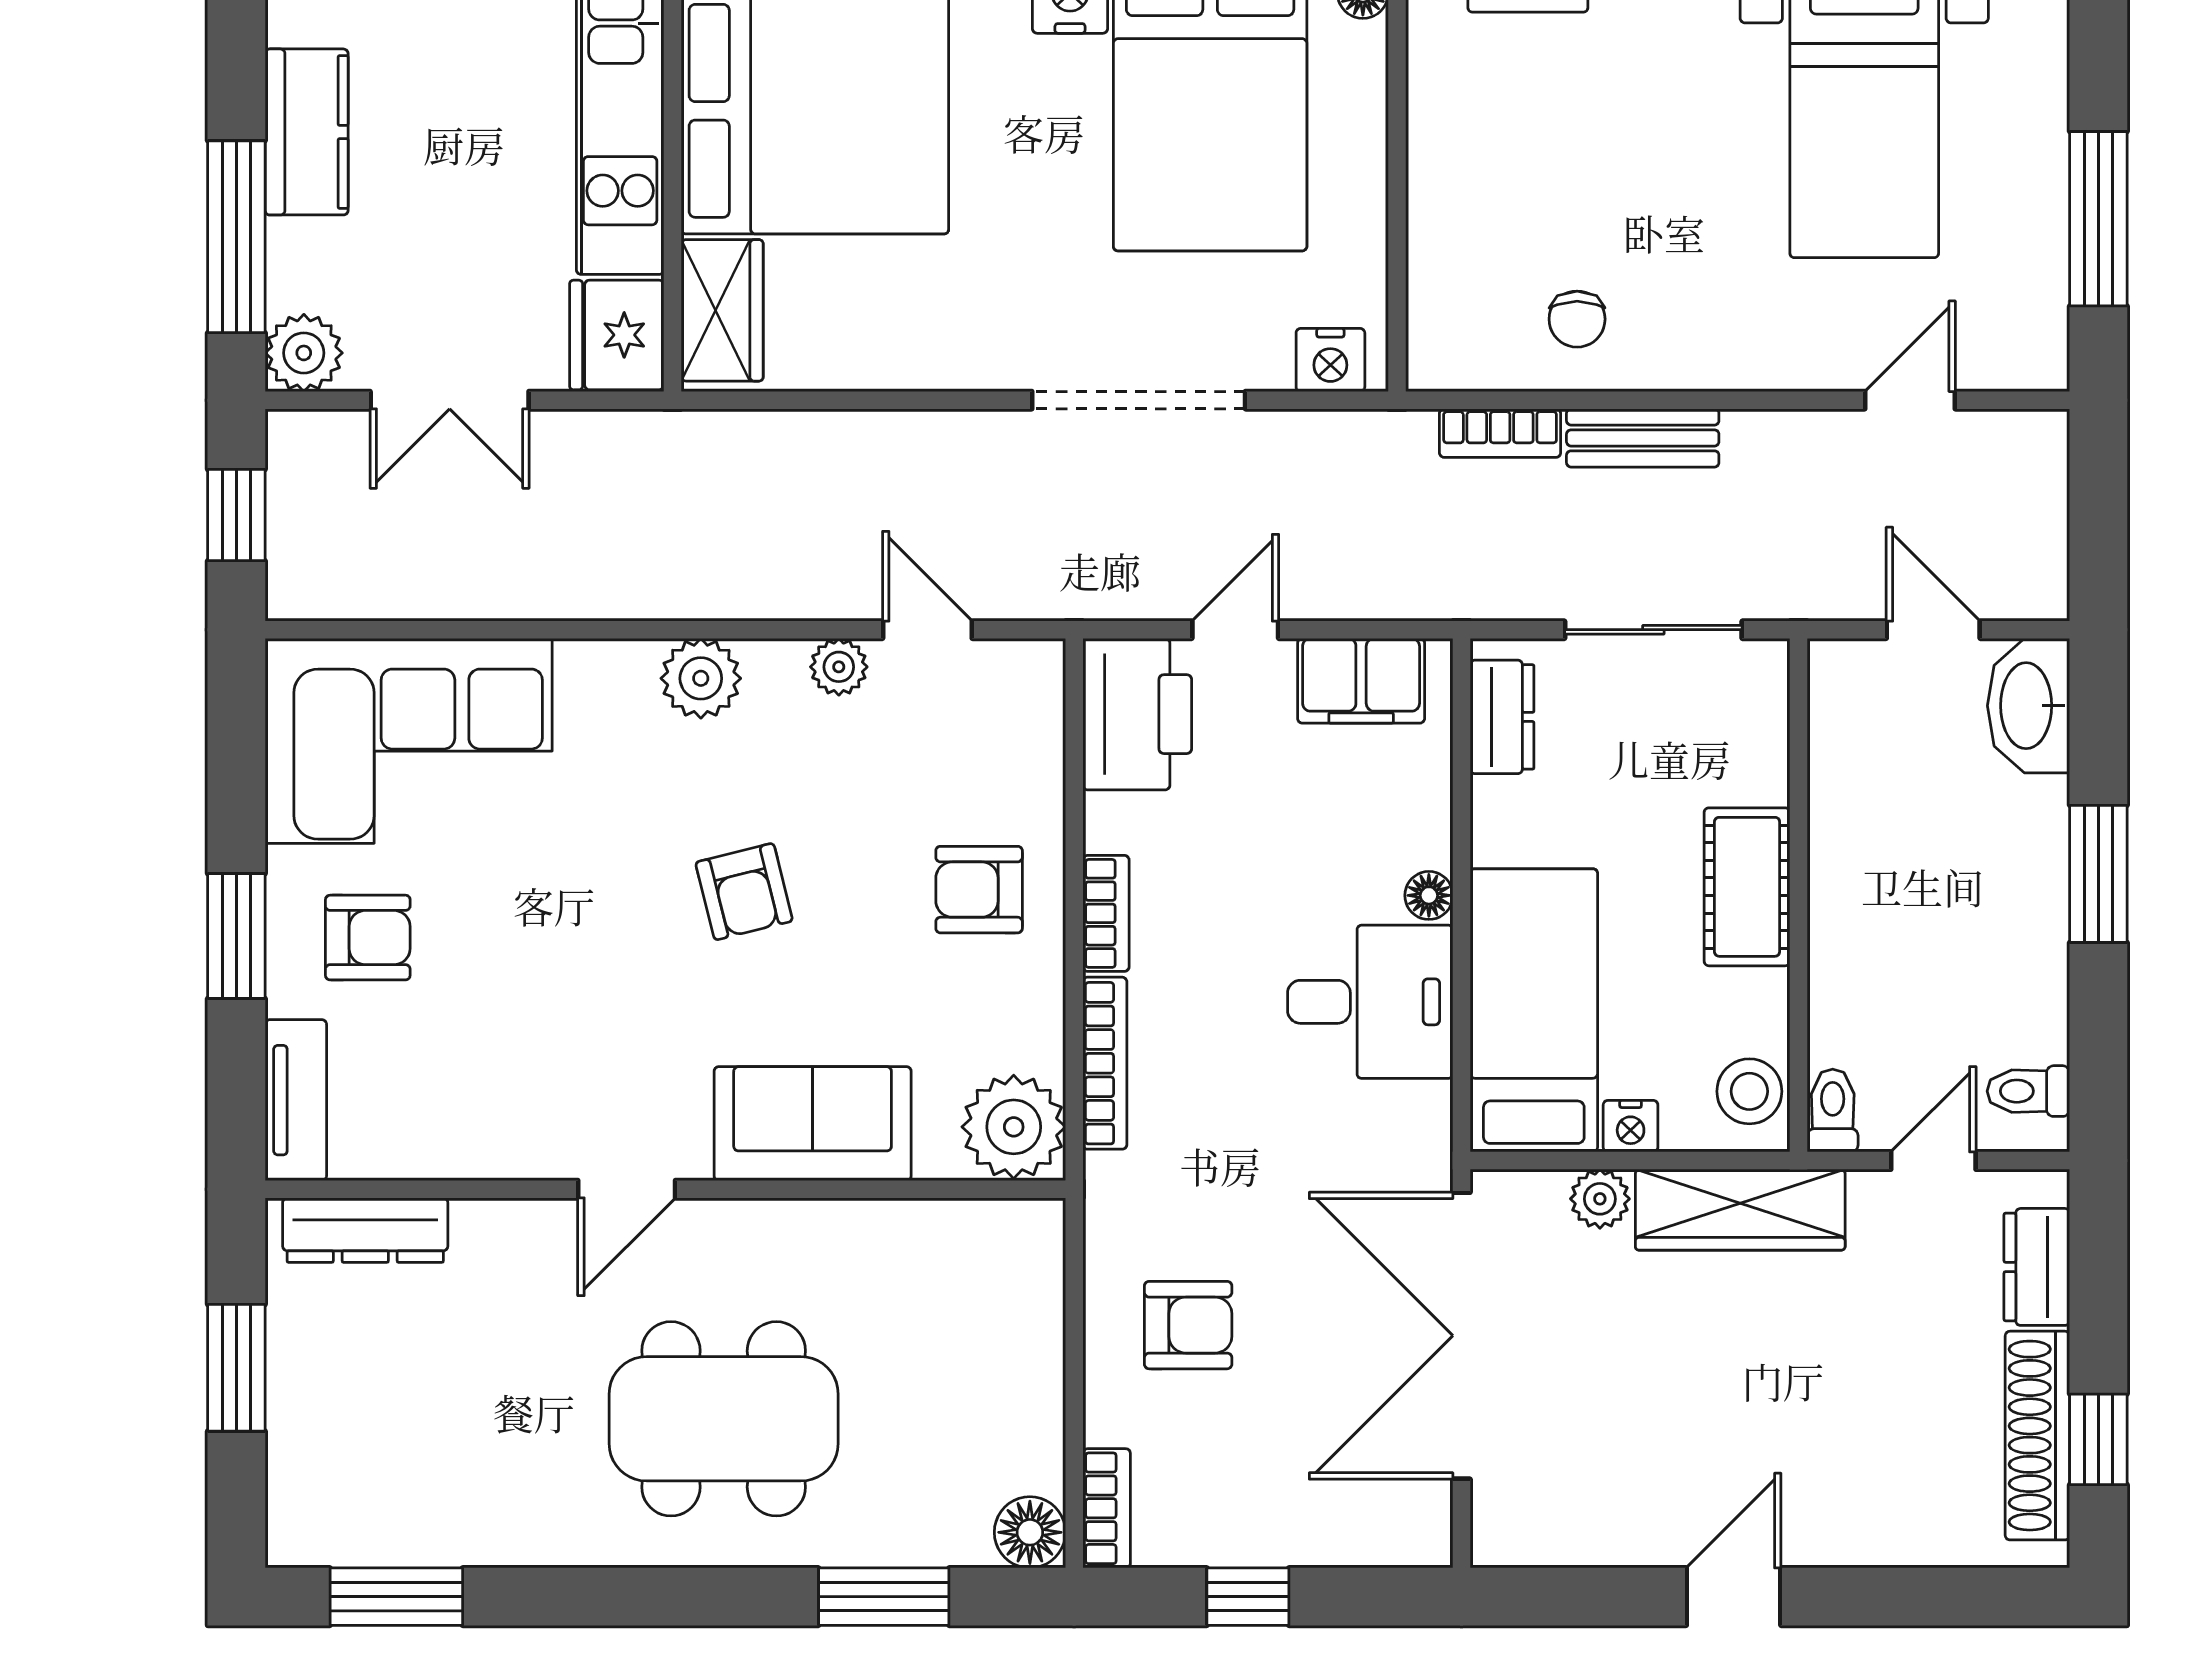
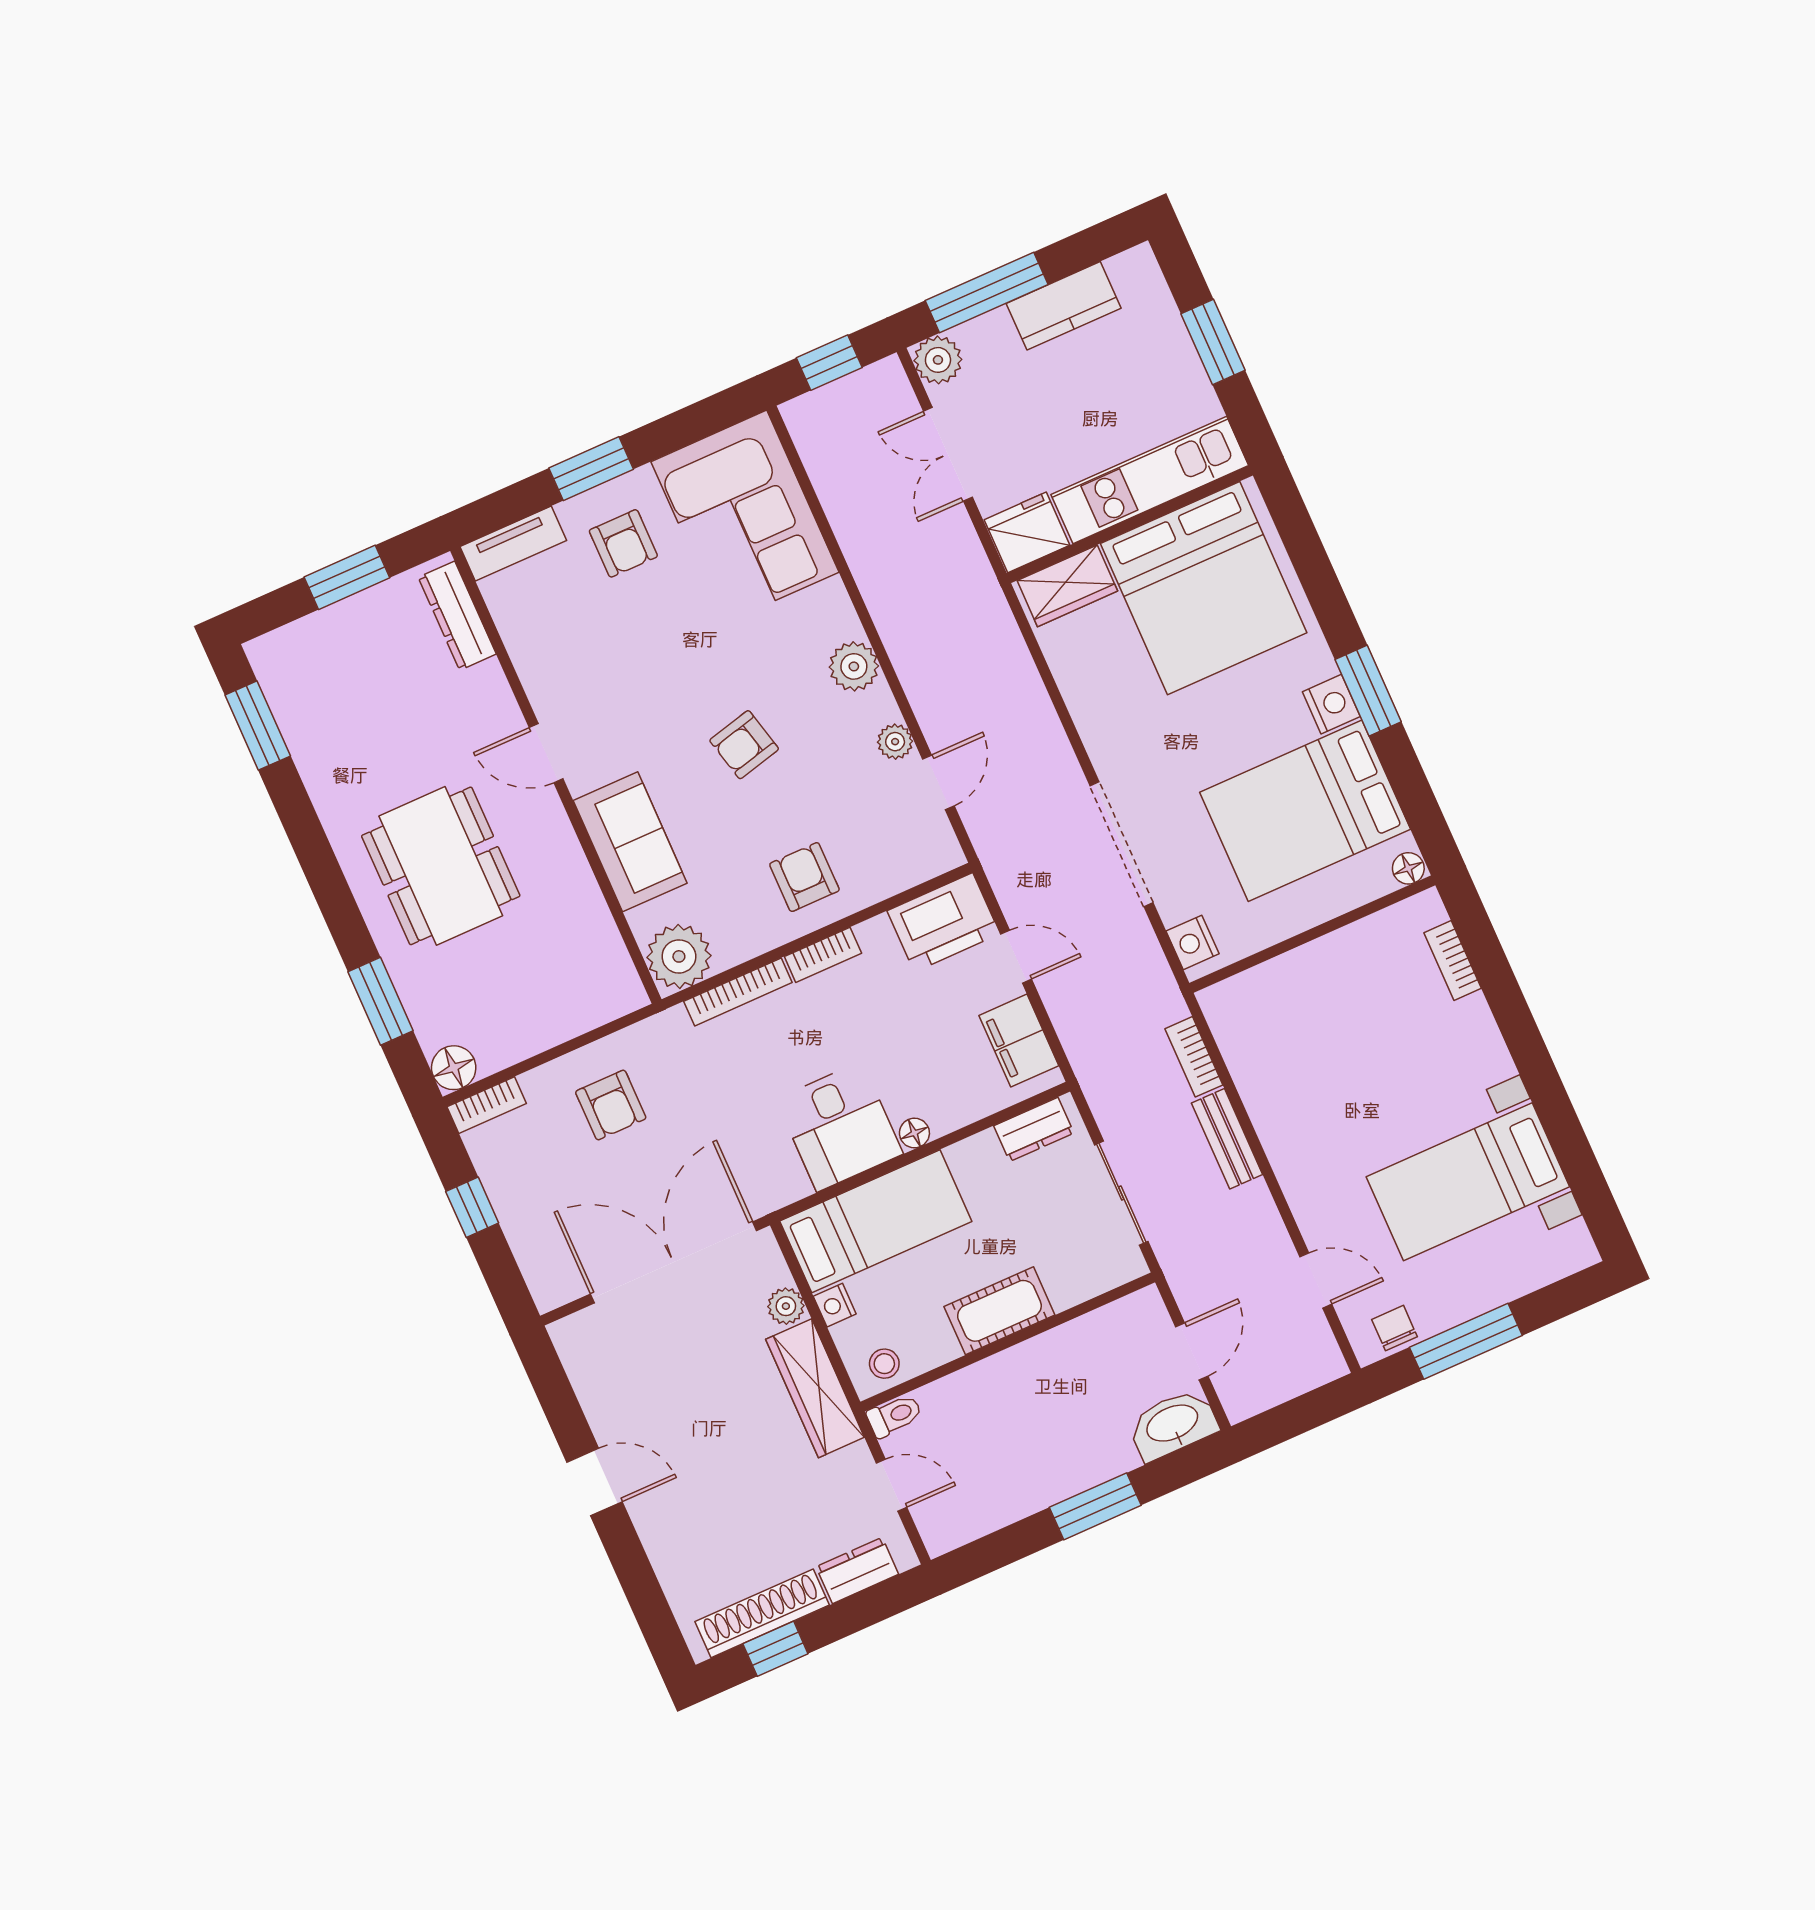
chair: (1577, 319) -> (1394, 1328), moved, turned 90
stool: (1749, 1091) -> (884, 1364), width x0.73, depth x0.73
toilet: (2028, 1091) -> (955, 1521), removed

